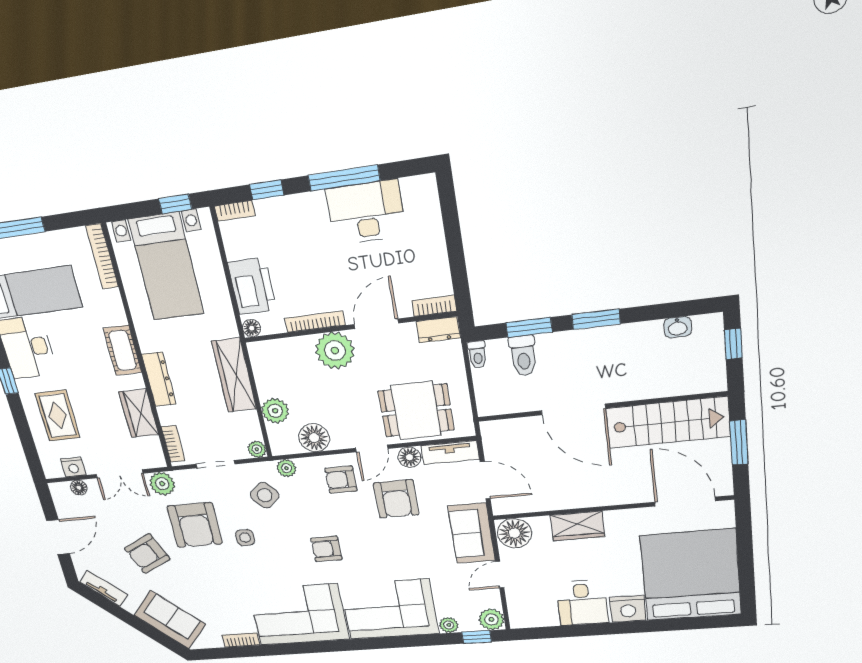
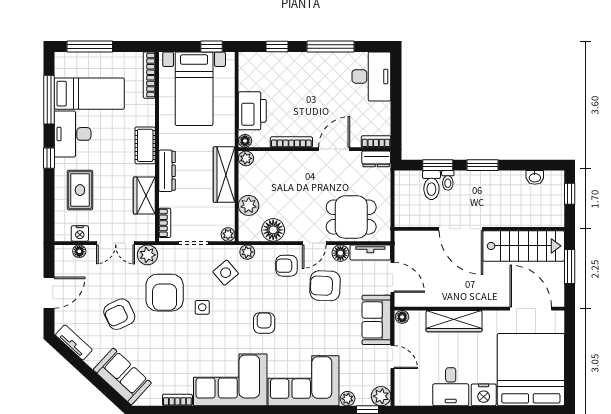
bookcase: (235, 211) -> (252, 57), removed
desk: (366, 212) -> (371, 76), moved, turned 90
plant: (335, 351) -> (246, 158), moved, width x0.53, depth x0.53
toilet: (477, 355) -> (448, 180), moved
armchair: (396, 499) -> (325, 286), turned 92
wardrobe: (577, 526) -> (454, 321), width x1.50
floor lamp: (514, 533) -> (402, 317), width x0.53, depth x0.53
armchair: (326, 549) -> (264, 323), turned 90
door: (500, 575) -> (393, 357), swing flipped

